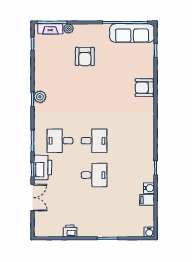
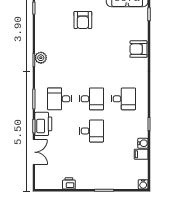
desk: (128, 141) -> (123, 99), added

